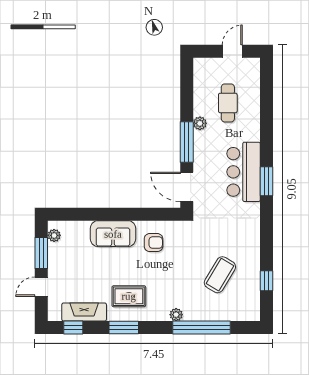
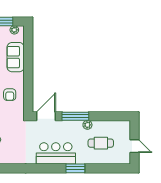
window: (266, 181) -> (75, 168), moved
sofa: (113, 234) -> (16, 57), moved

